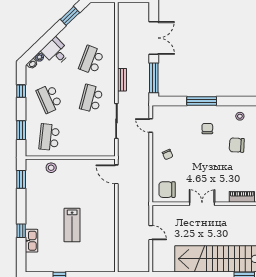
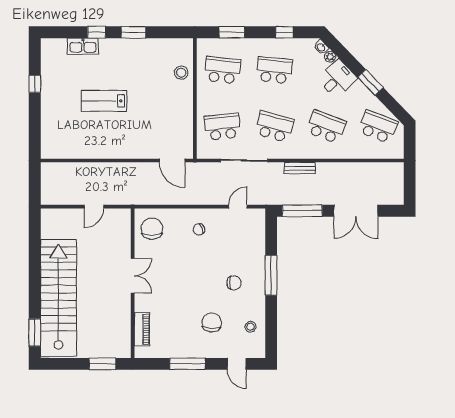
window: (70, 16) -> (370, 82), moved
school desk: (91, 21) -> (378, 127), added
school desk: (49, 99) -> (274, 70), turned 30
school desk: (91, 137) -> (222, 127), added
door: (116, 174) -> (172, 160), swing flipped
window: (21, 179) -> (134, 32), moved

